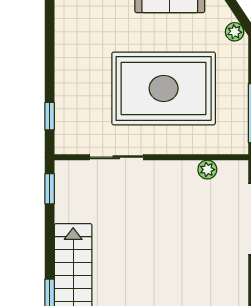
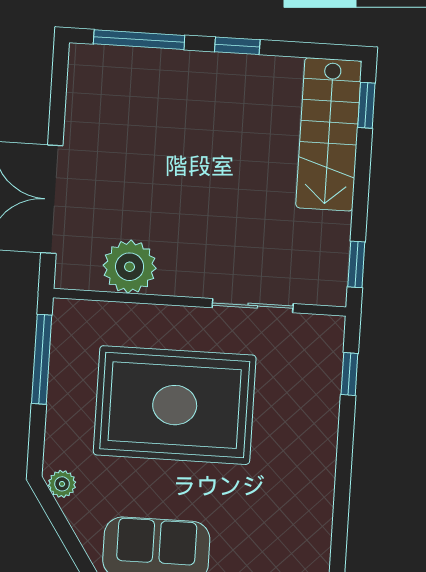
plant: (207, 170) -> (130, 267), width x1.88, depth x1.88

